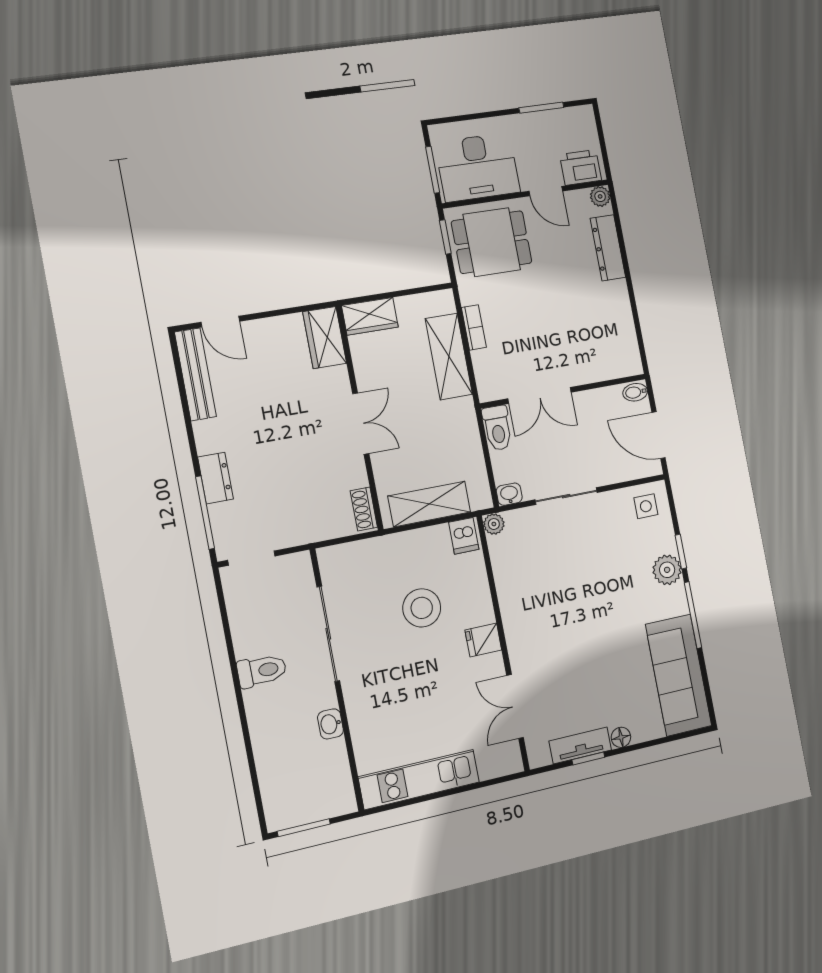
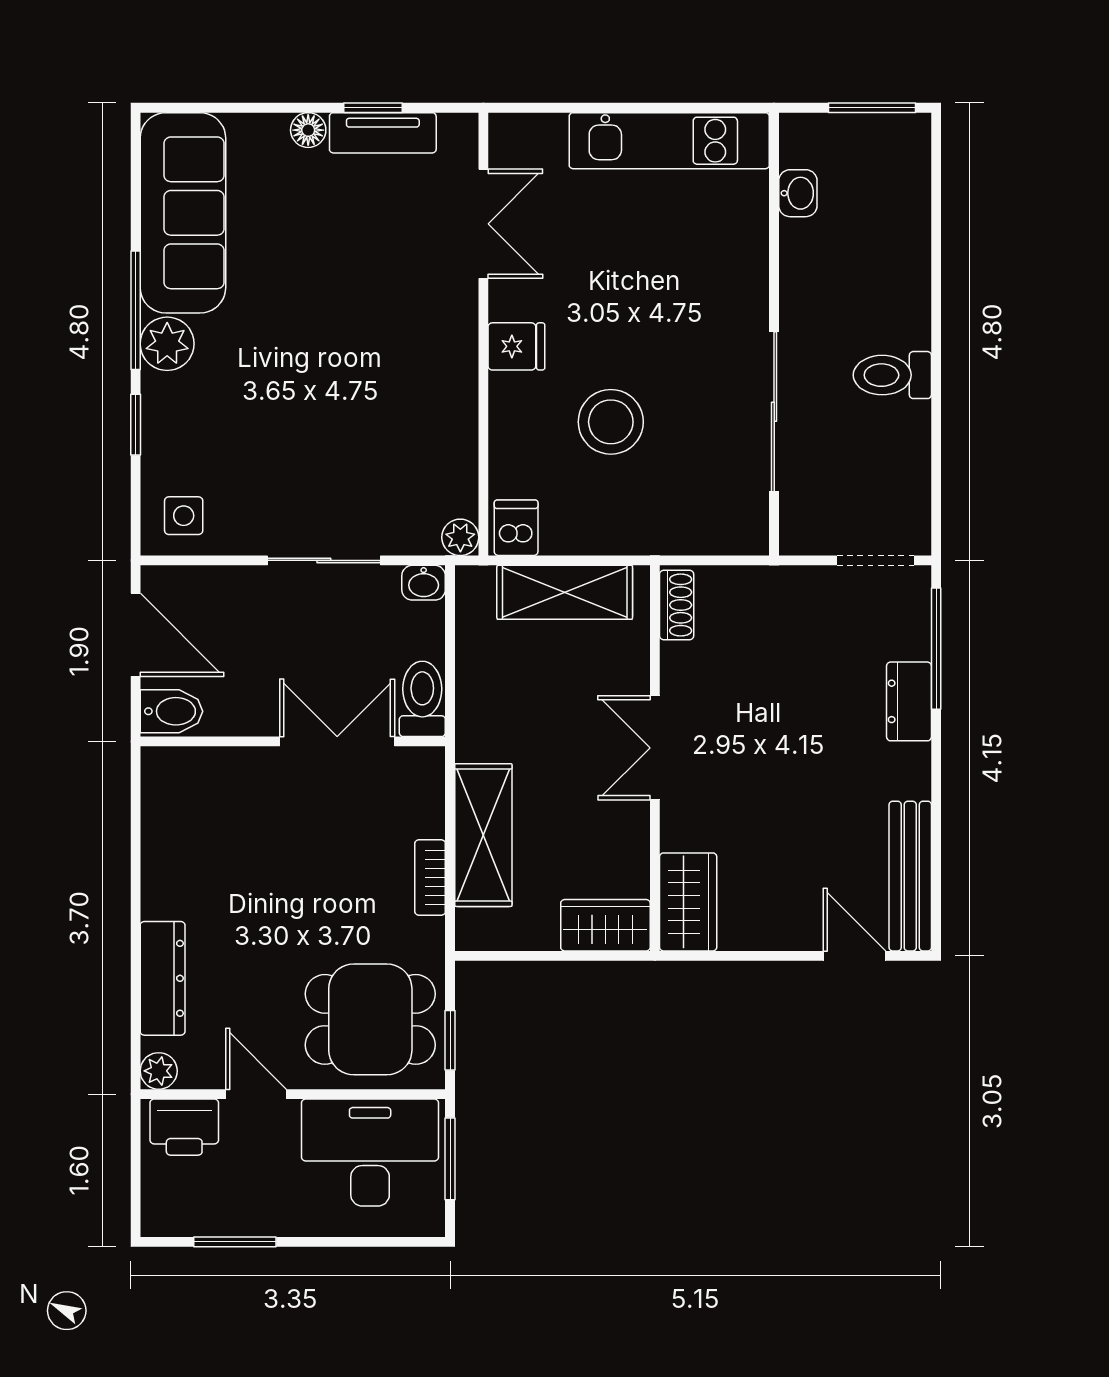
bidet: (635, 392) -> (172, 711), width x1.38, depth x1.36
plant: (667, 570) -> (167, 344), moved
washbasin: (330, 724) -> (798, 193), moved

